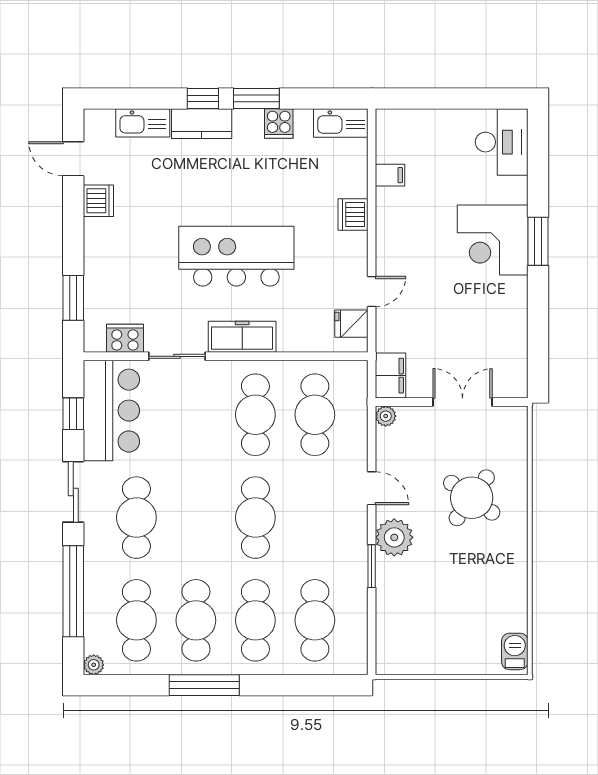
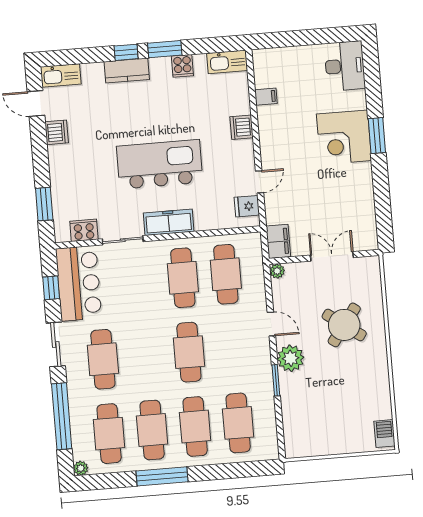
kitchen sink: (143, 123) -> (61, 75), moved

